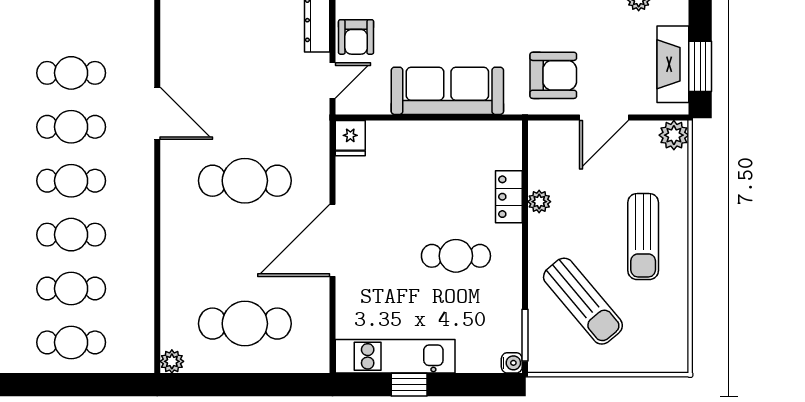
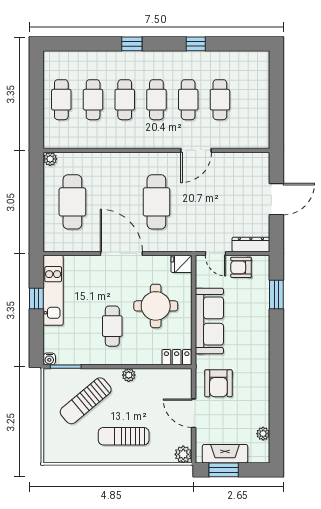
round table: (422, 182) -> (156, 306), added
locker: (509, 197) -> (177, 357), moved
plant: (539, 202) -> (129, 375), moved

